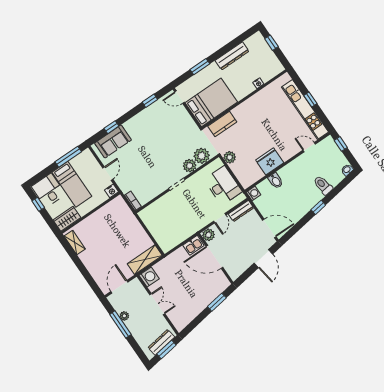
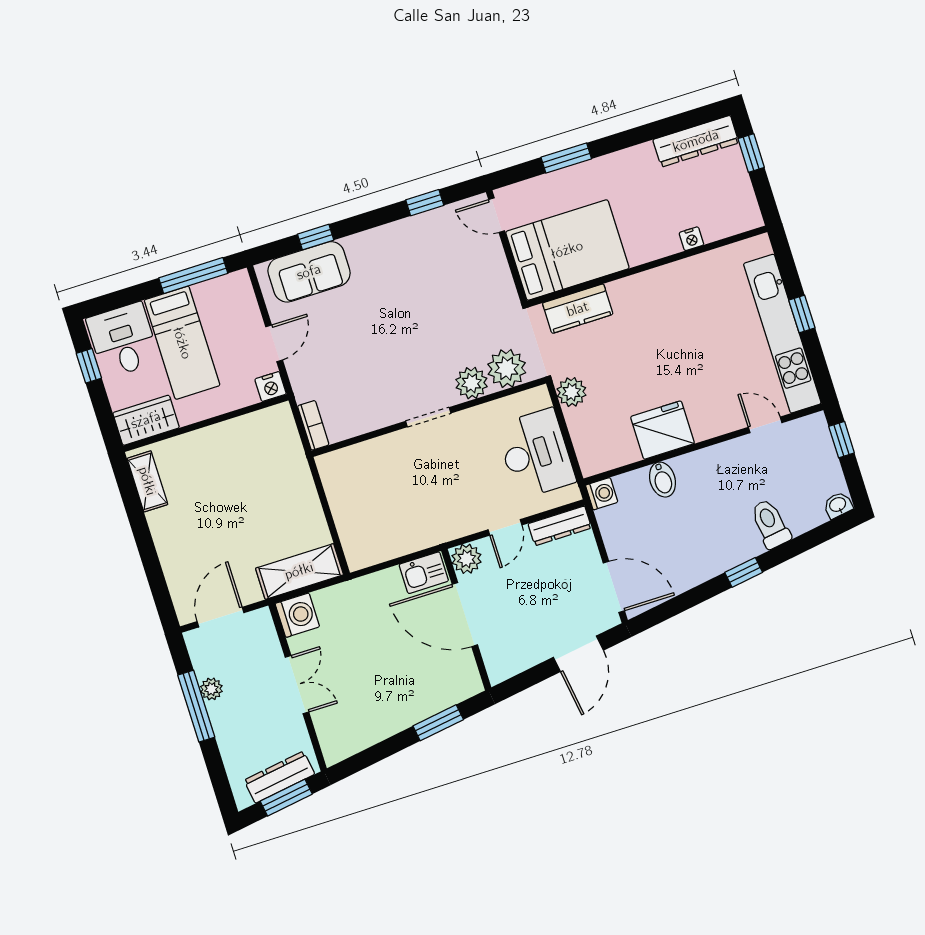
dresser: (232, 56) -> (696, 141), moved

